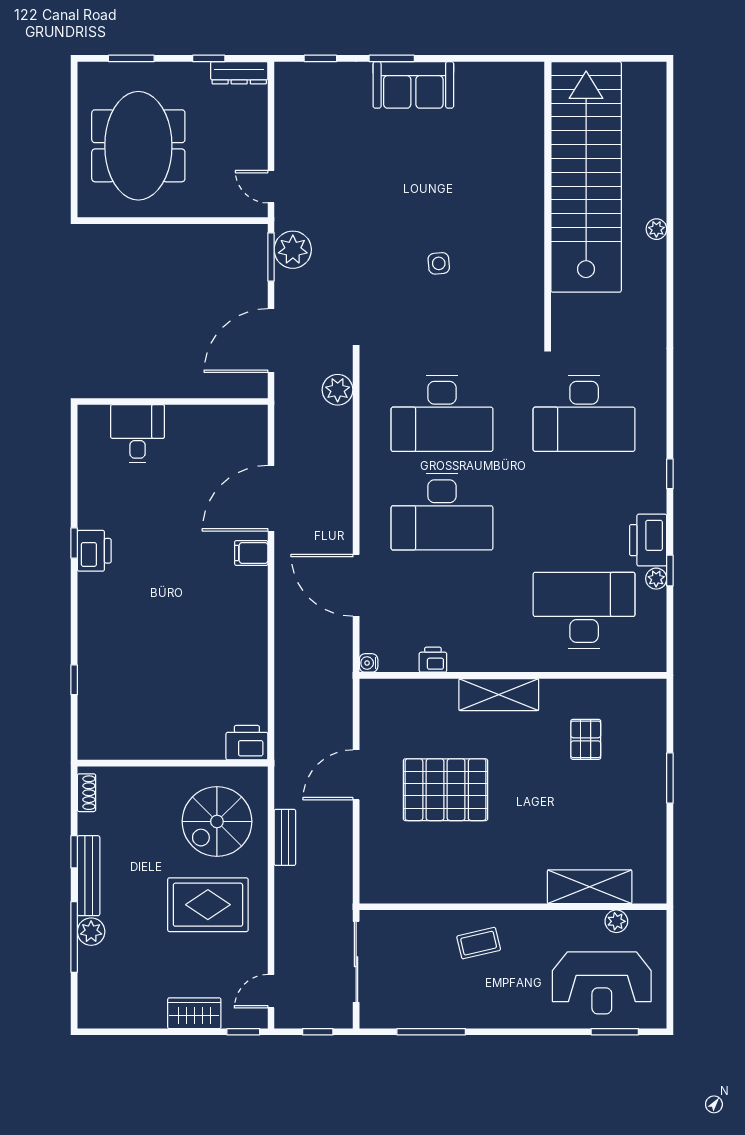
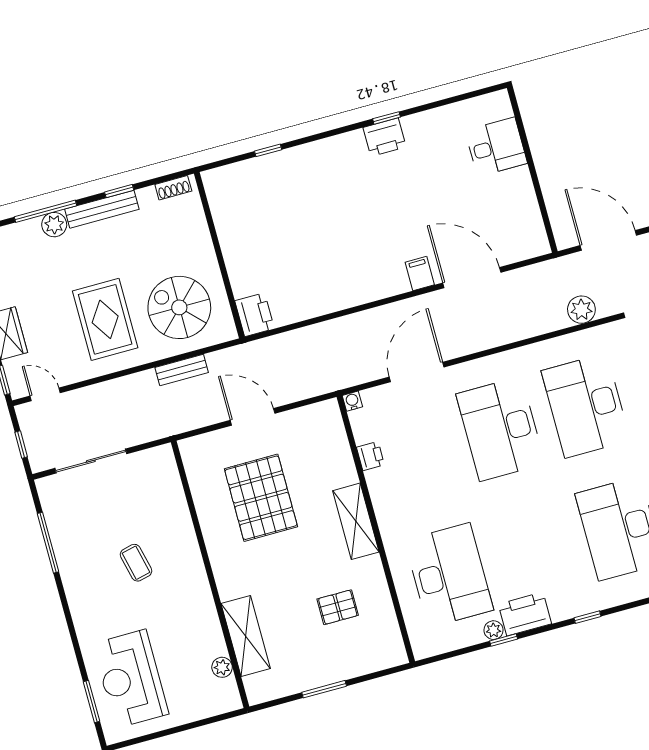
shelving: (590, 887) -> (246, 636), moved
wall: (513, 907) -> (210, 574), moved
plant: (616, 921) -> (222, 667), moved

